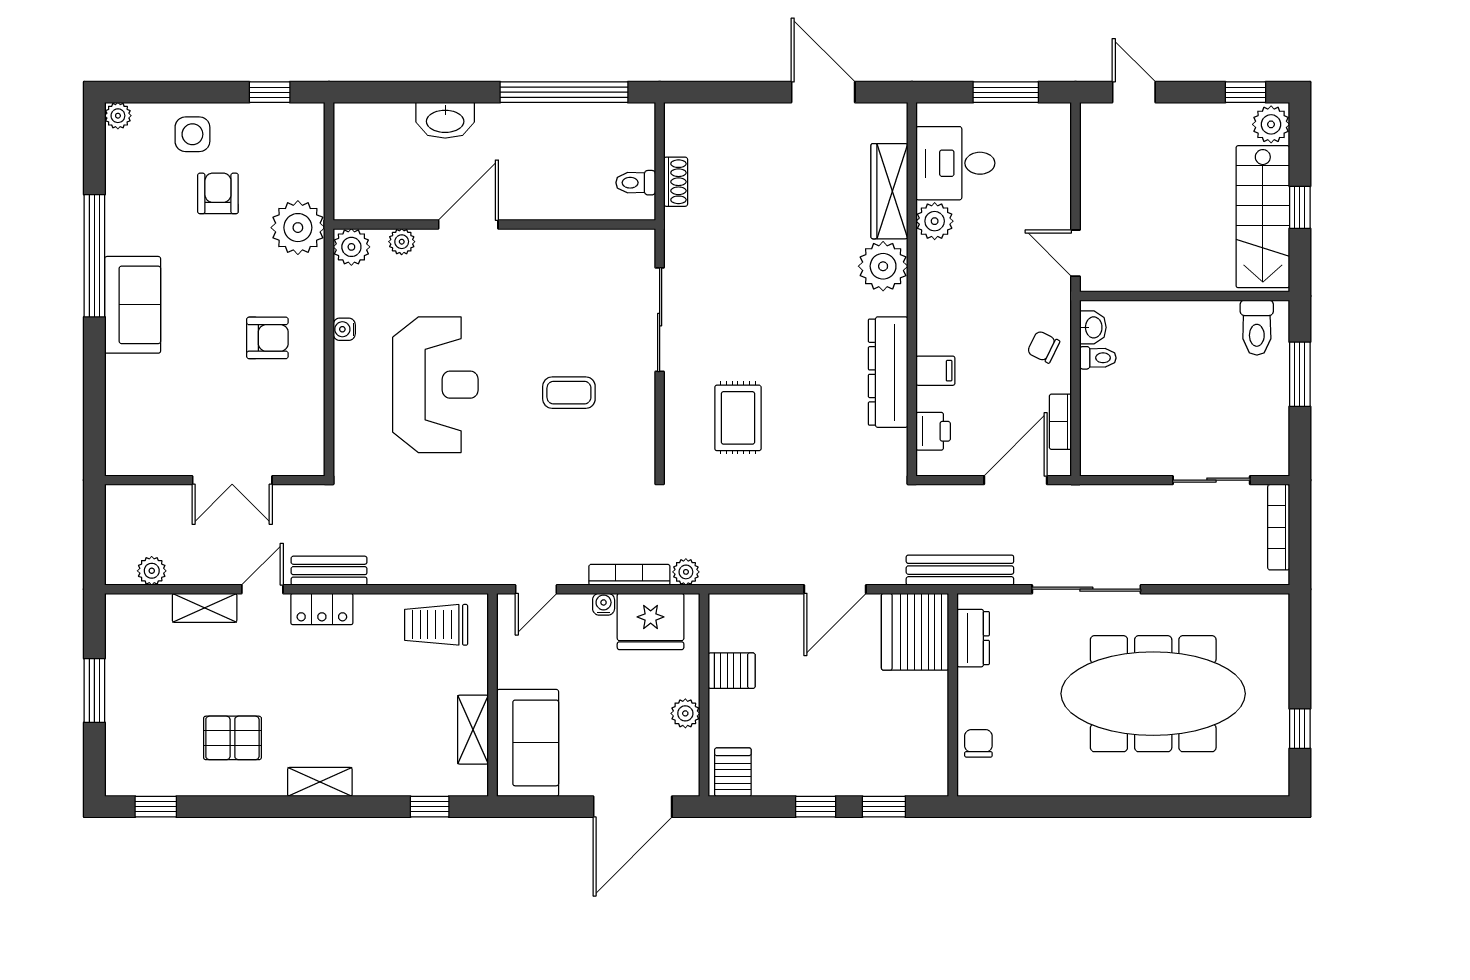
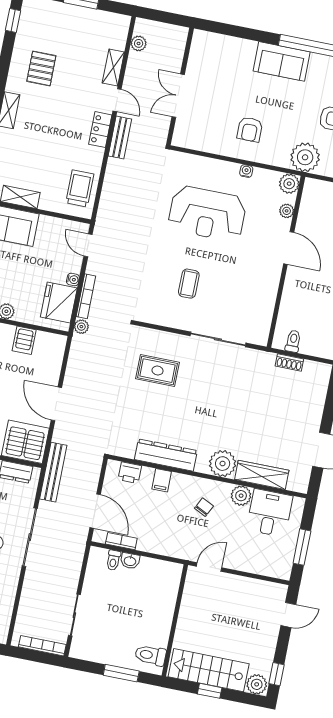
washbasin: (1093, 327) -> (130, 561), moved
chair: (1043, 347) -> (204, 507), moved
toilet: (1098, 358) -> (113, 560), moved

